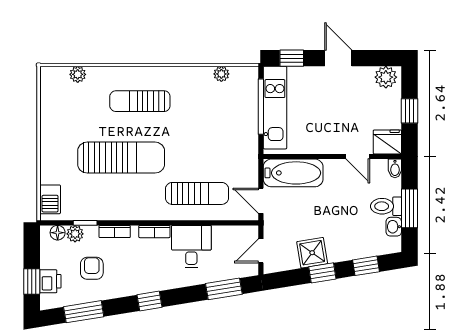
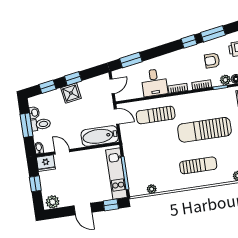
shower: (312, 253) -> (71, 93), moved
armchair: (92, 268) -> (212, 61), turned 90
window: (150, 301) -> (189, 41), moved

